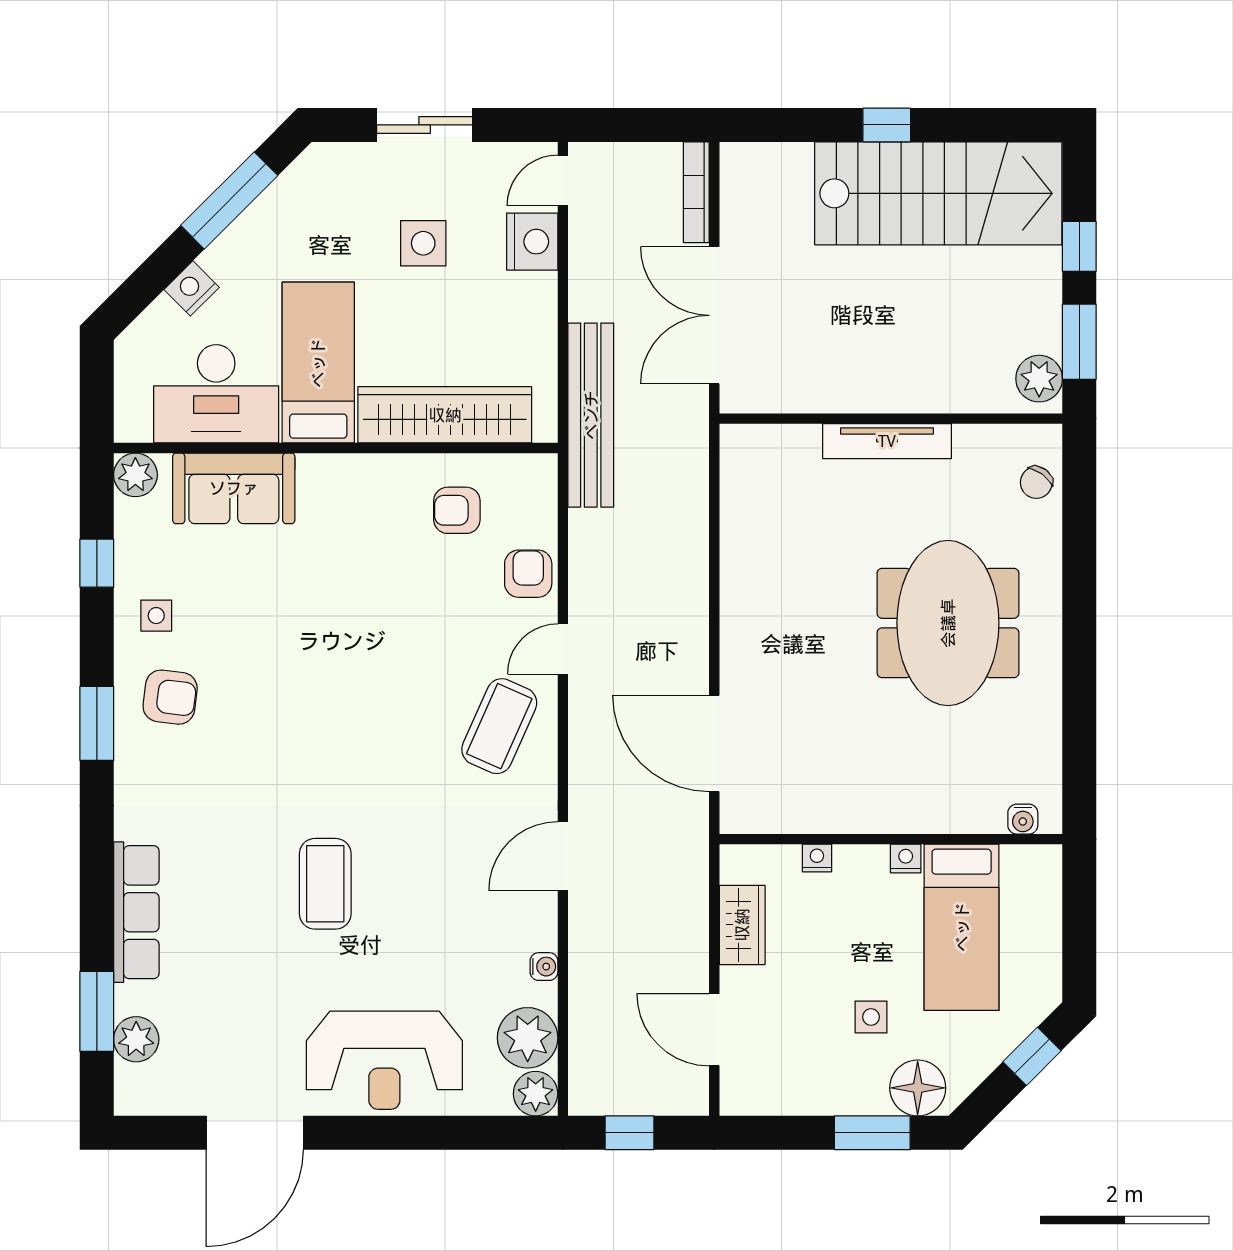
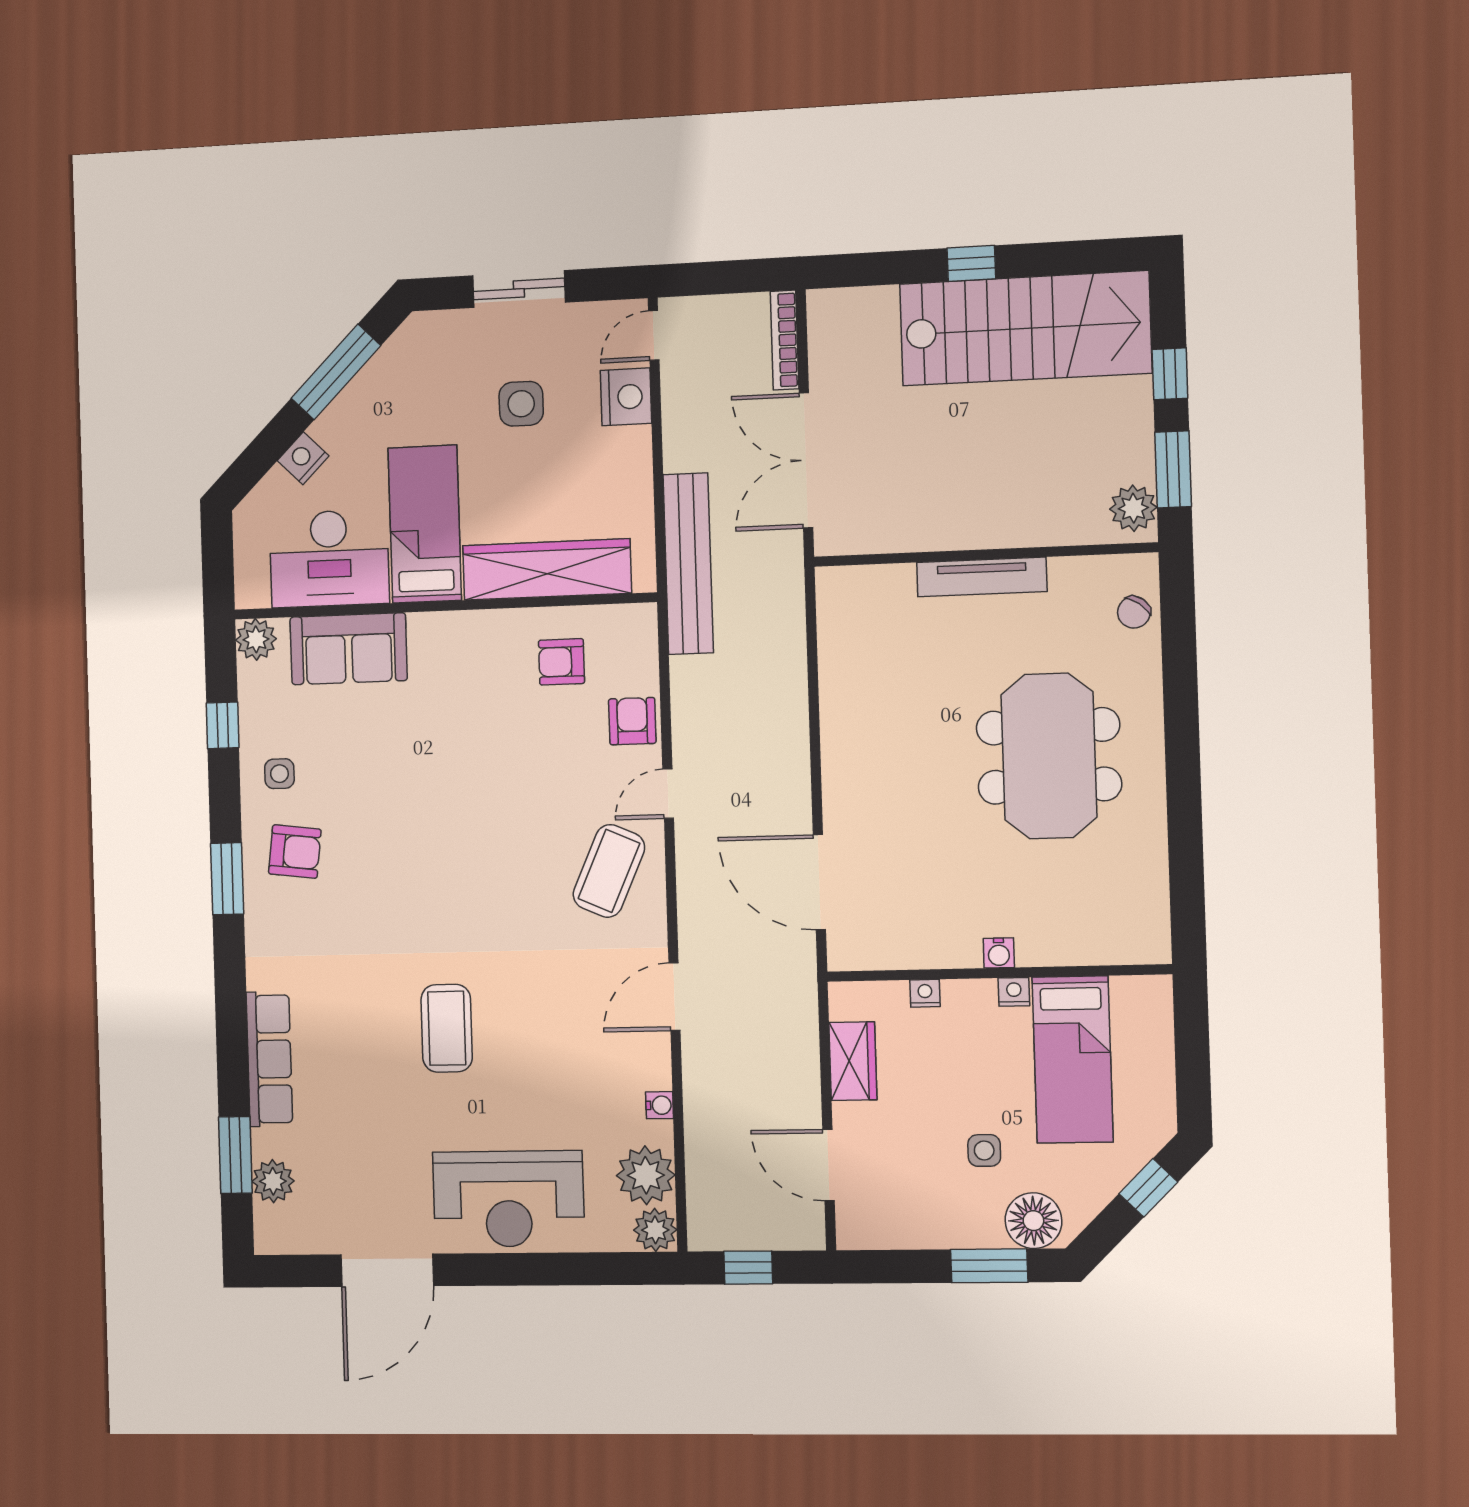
water cooler: (1023, 819) -> (999, 953), moved

